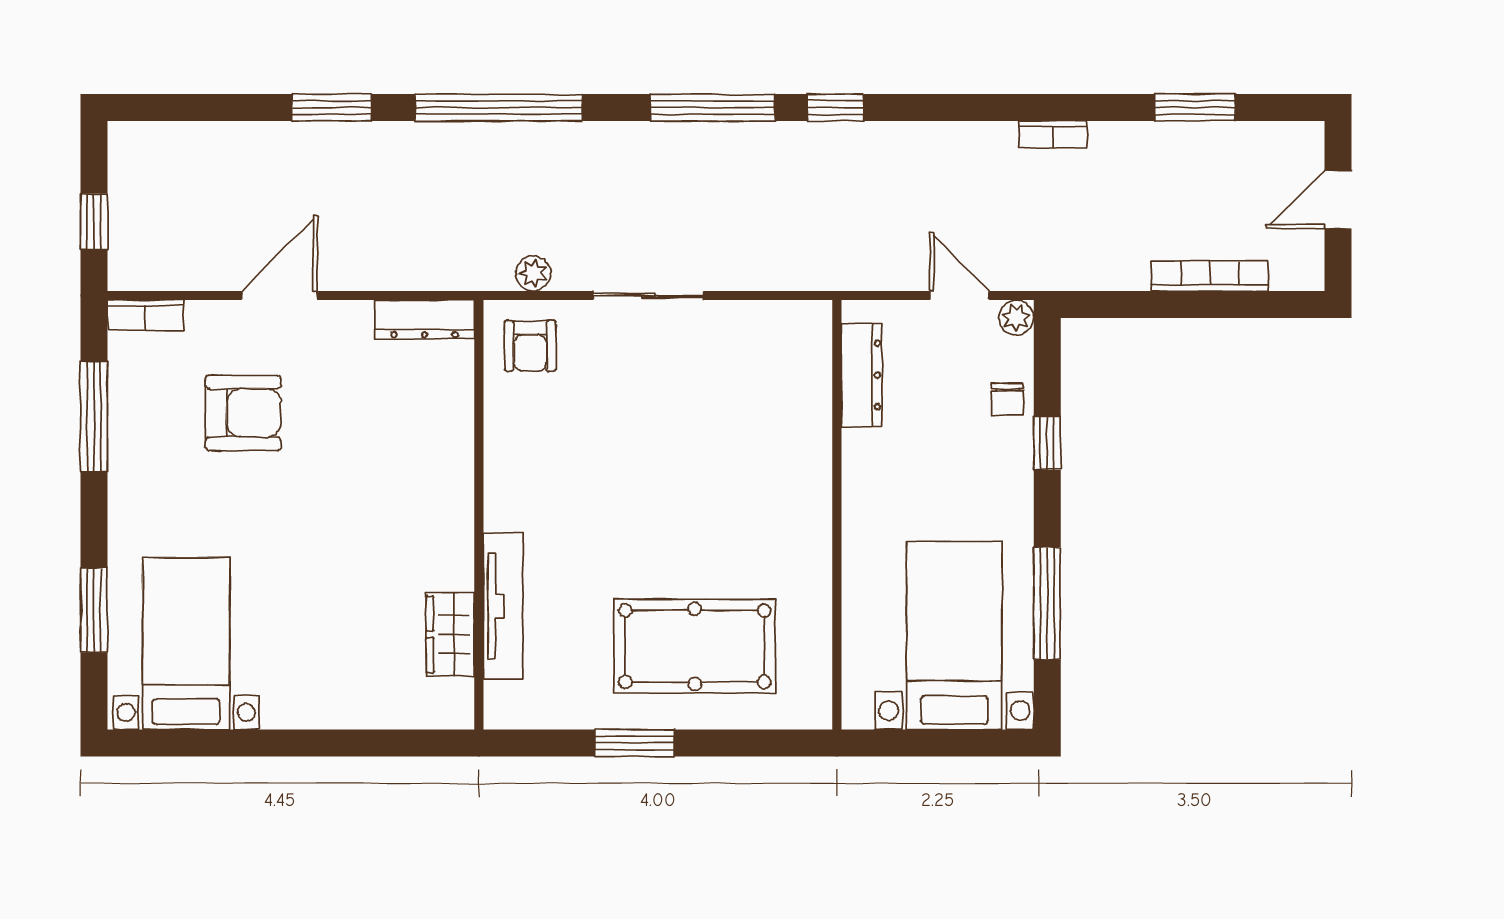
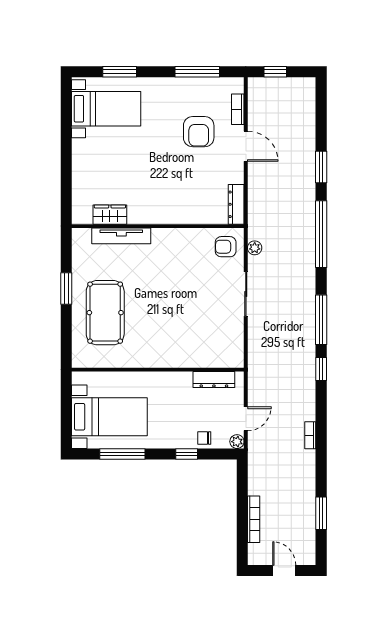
bookcase: (1053, 134) -> (310, 435), moved
bookcase: (146, 315) -> (238, 109), moved

